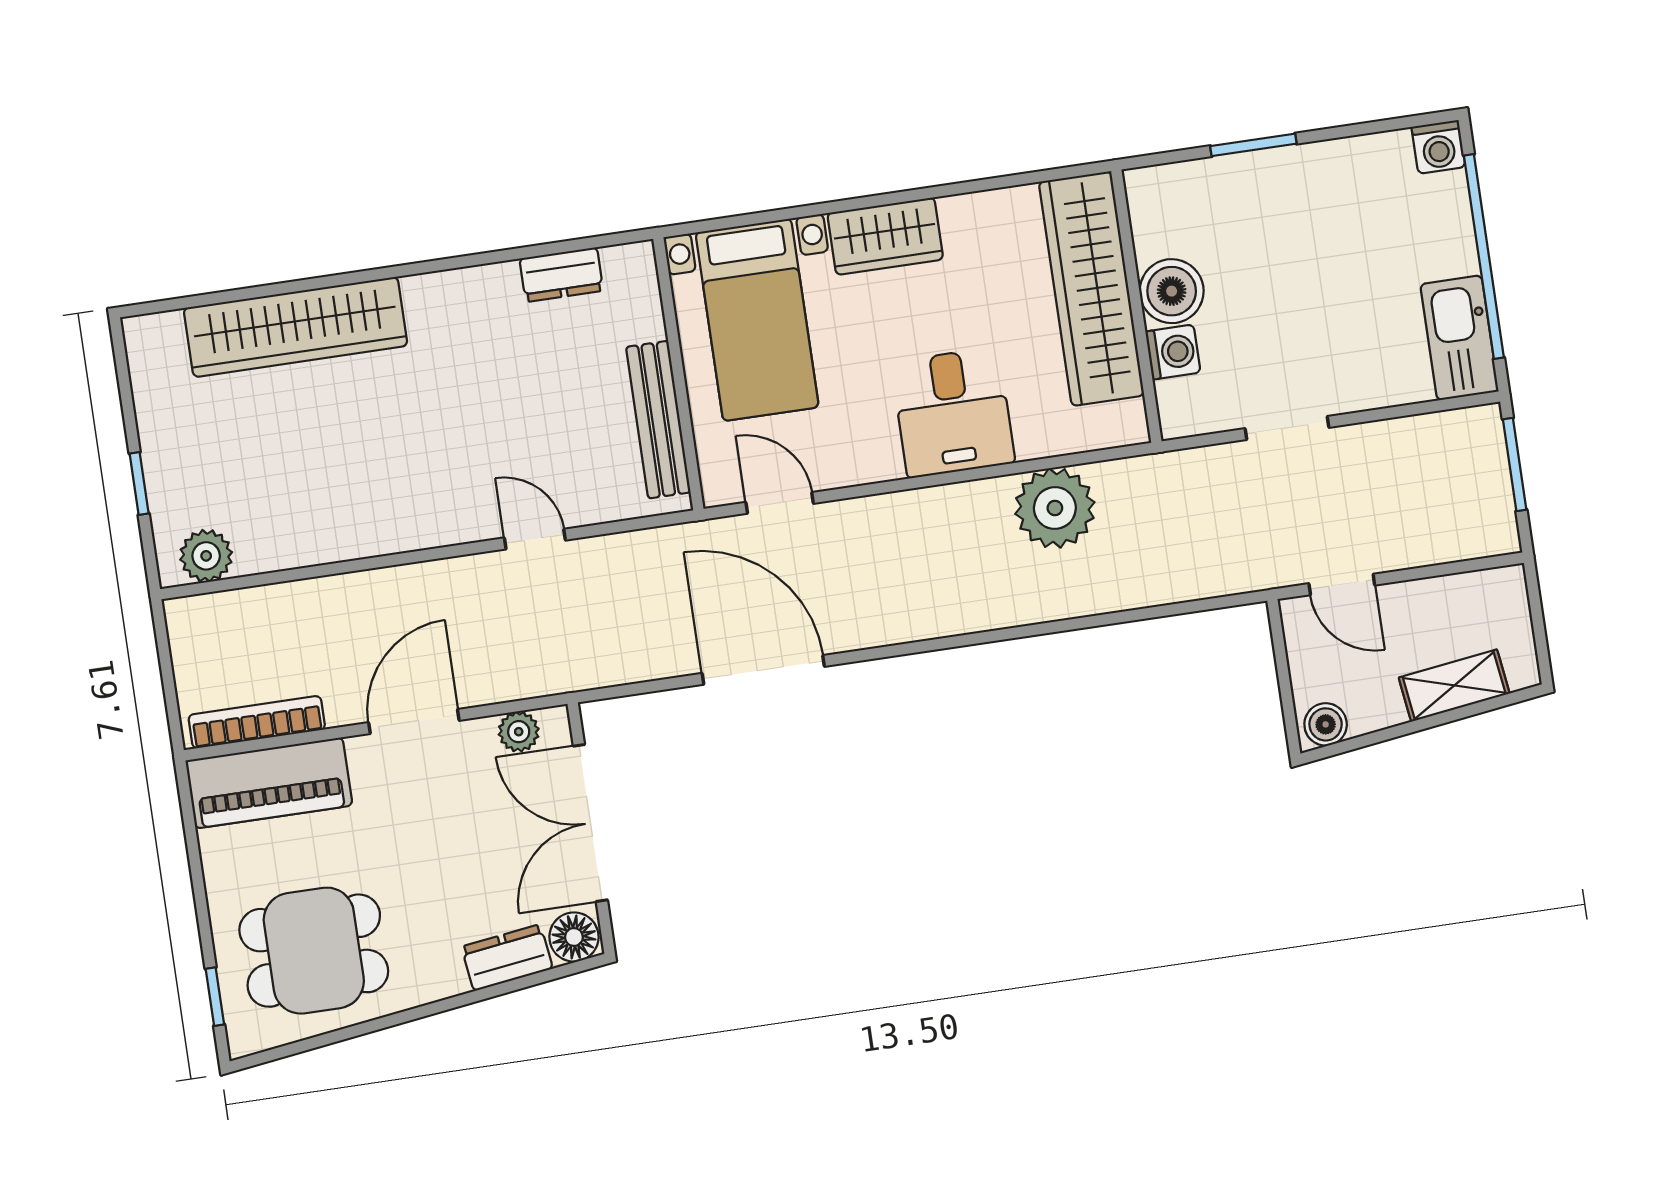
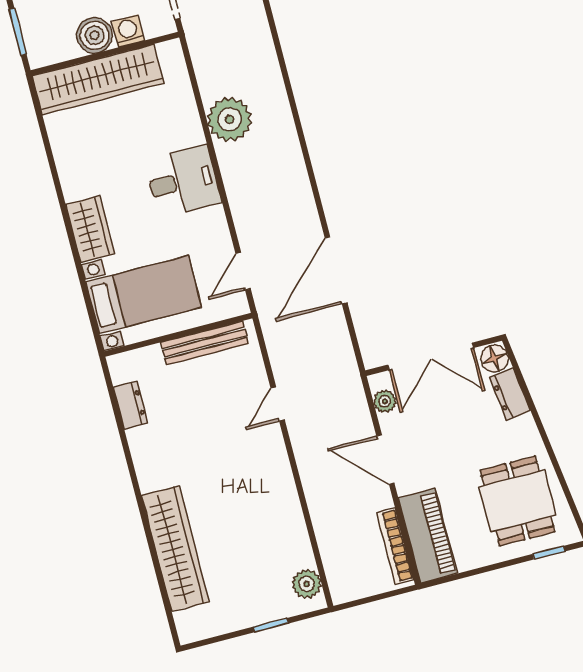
wardrobe: (1092, 289) -> (98, 80), moved
boiler: (1172, 291) -> (95, 35), moved
wall: (1136, 306) -> (105, 54), moved
washing machine: (1173, 352) -> (128, 31), moved

